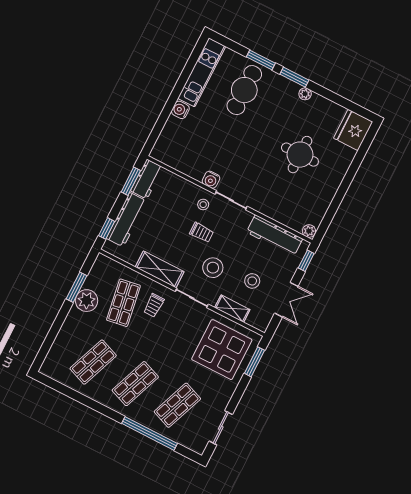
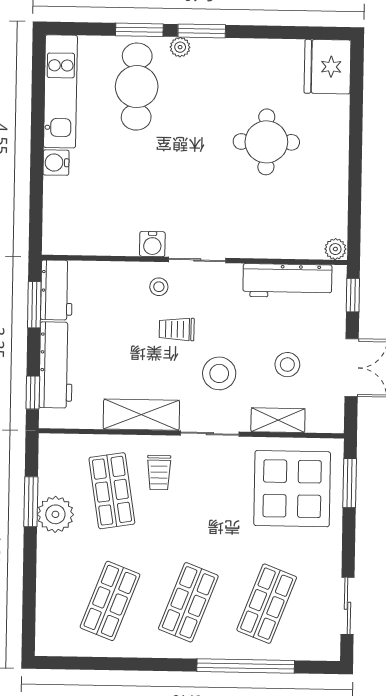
plant: (305, 94) -> (180, 47), moved
trolley: (202, 232) -> (177, 329), turned 180

